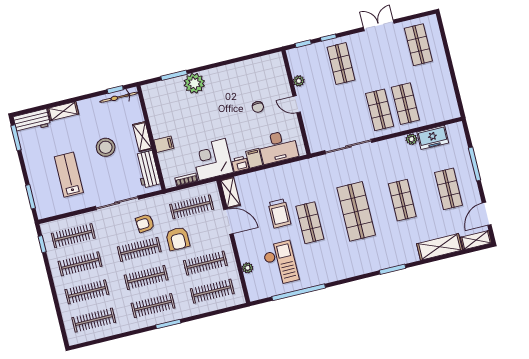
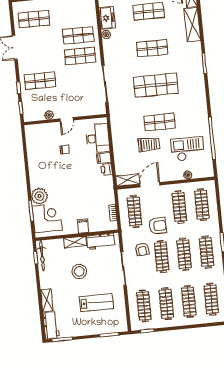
corner desk: (212, 159) -> (47, 218), moved, turned 180
lab bench: (69, 175) -> (96, 303), turned 180

